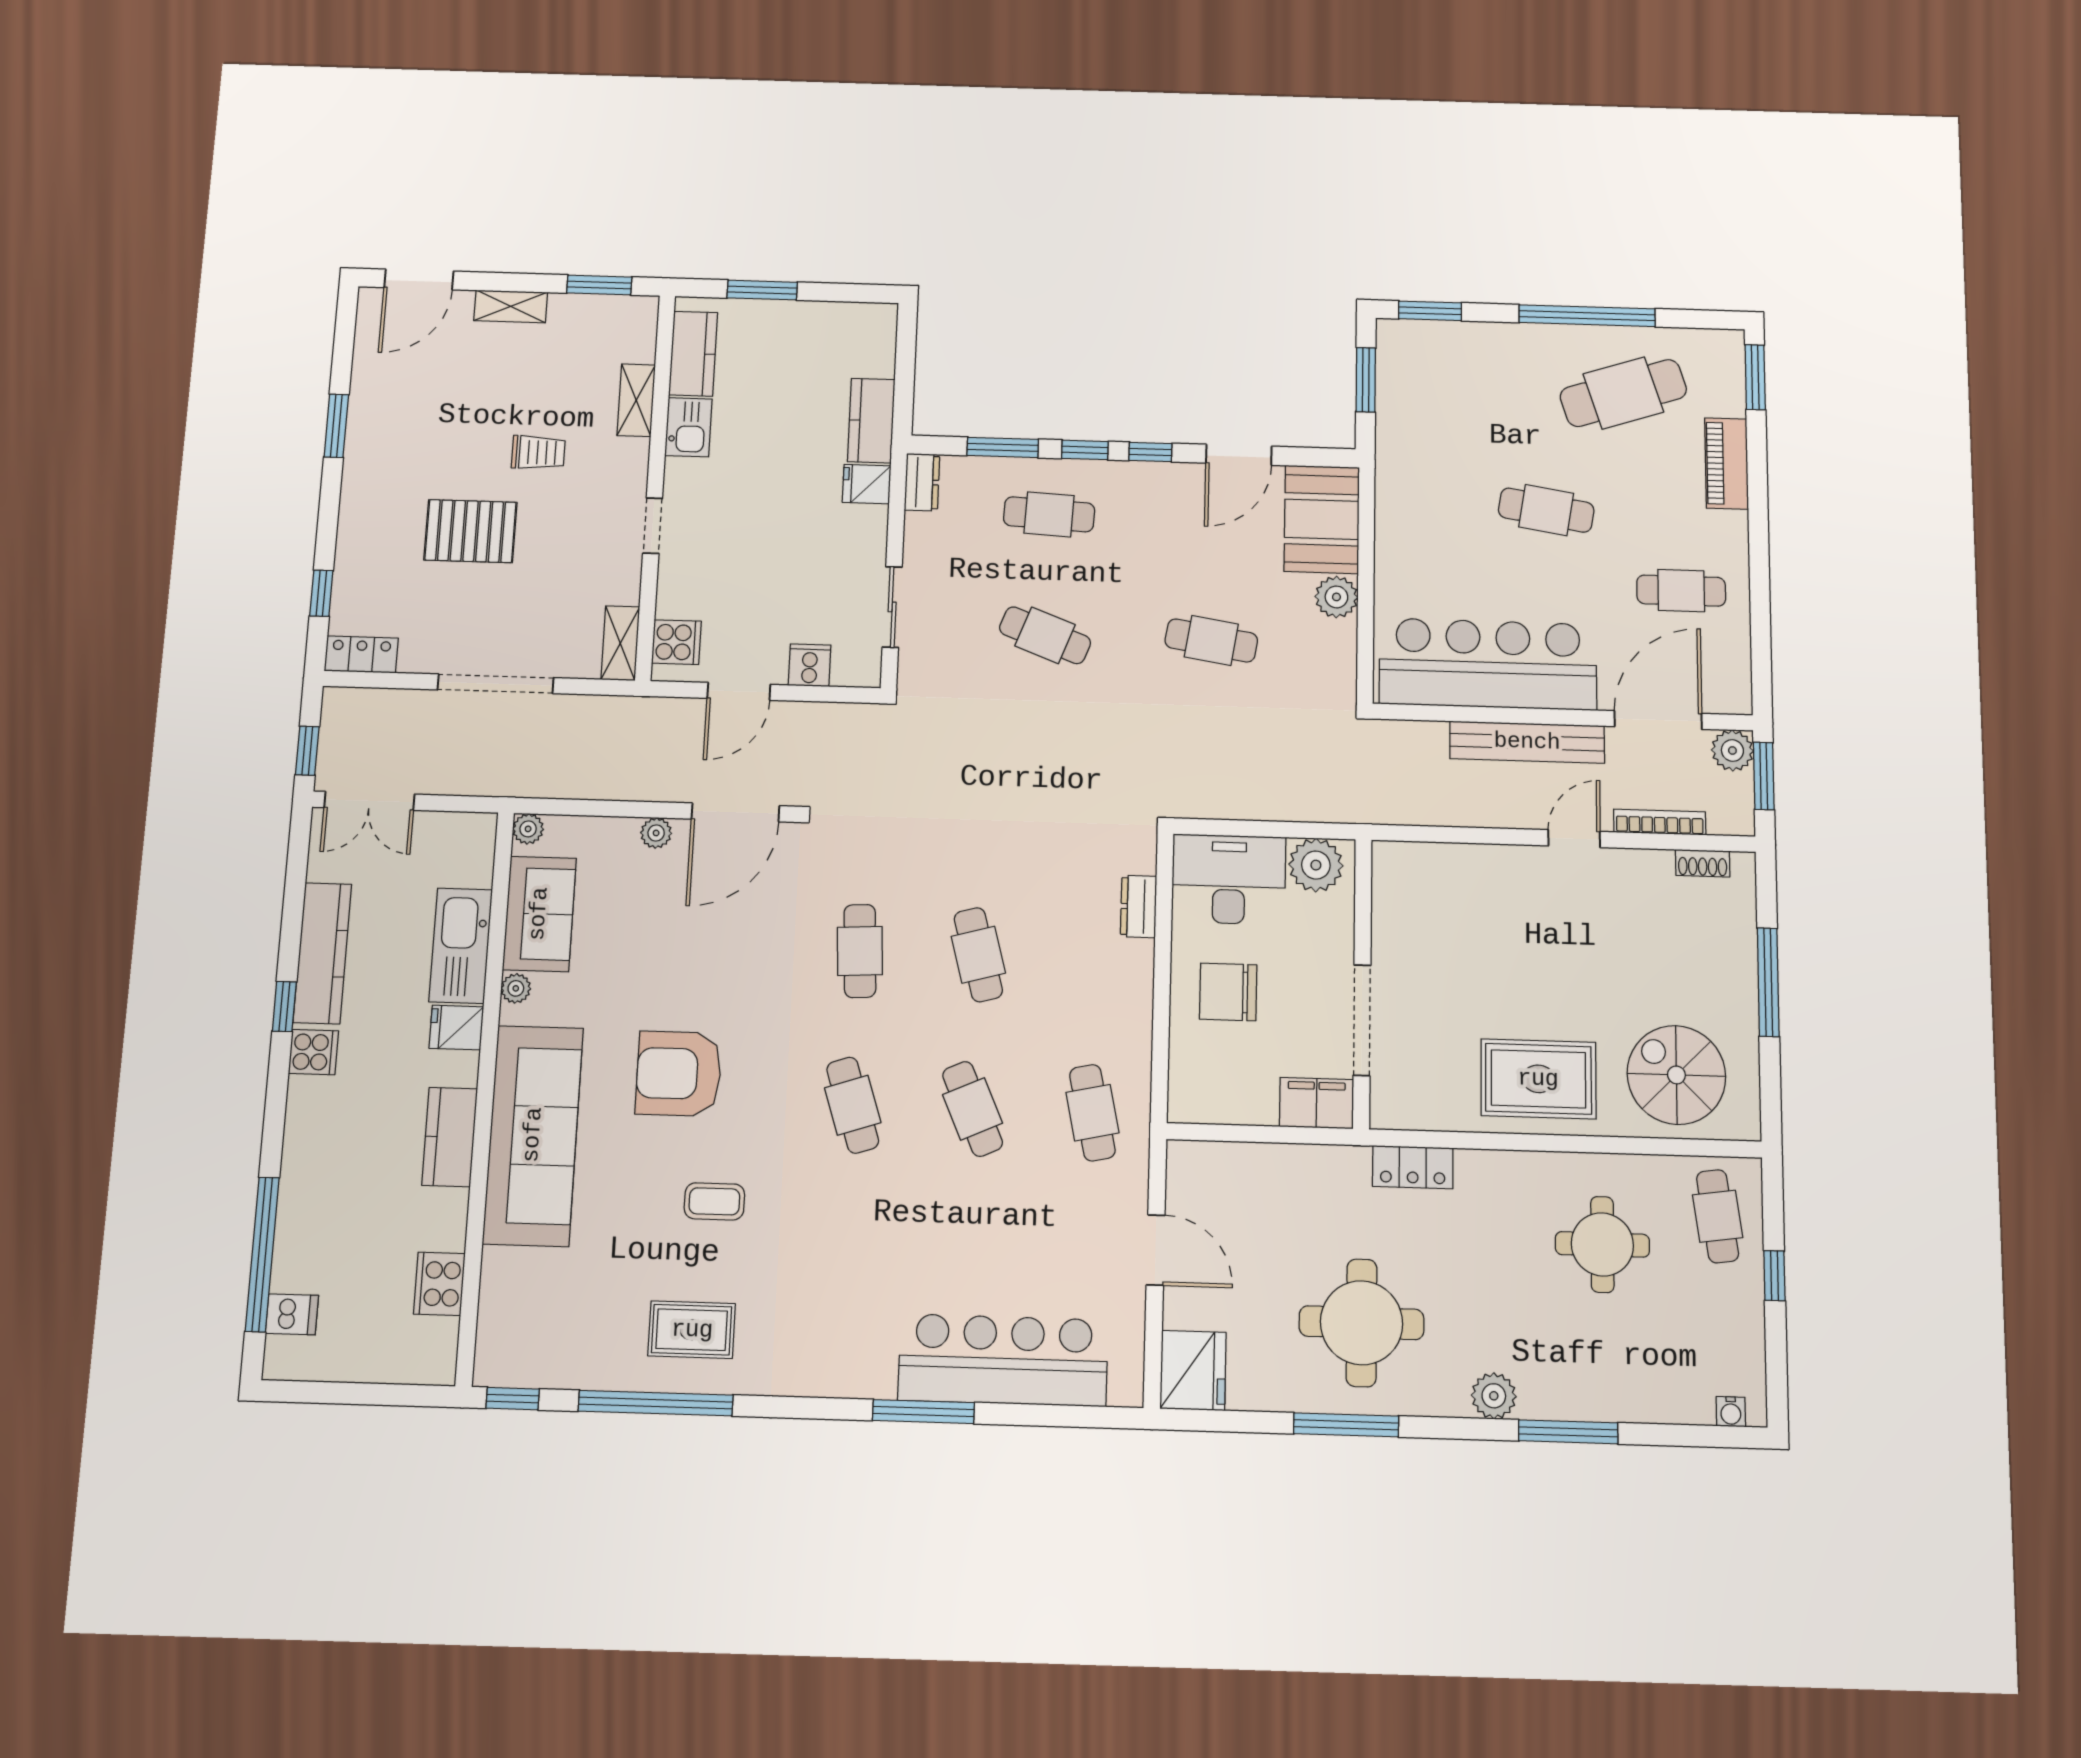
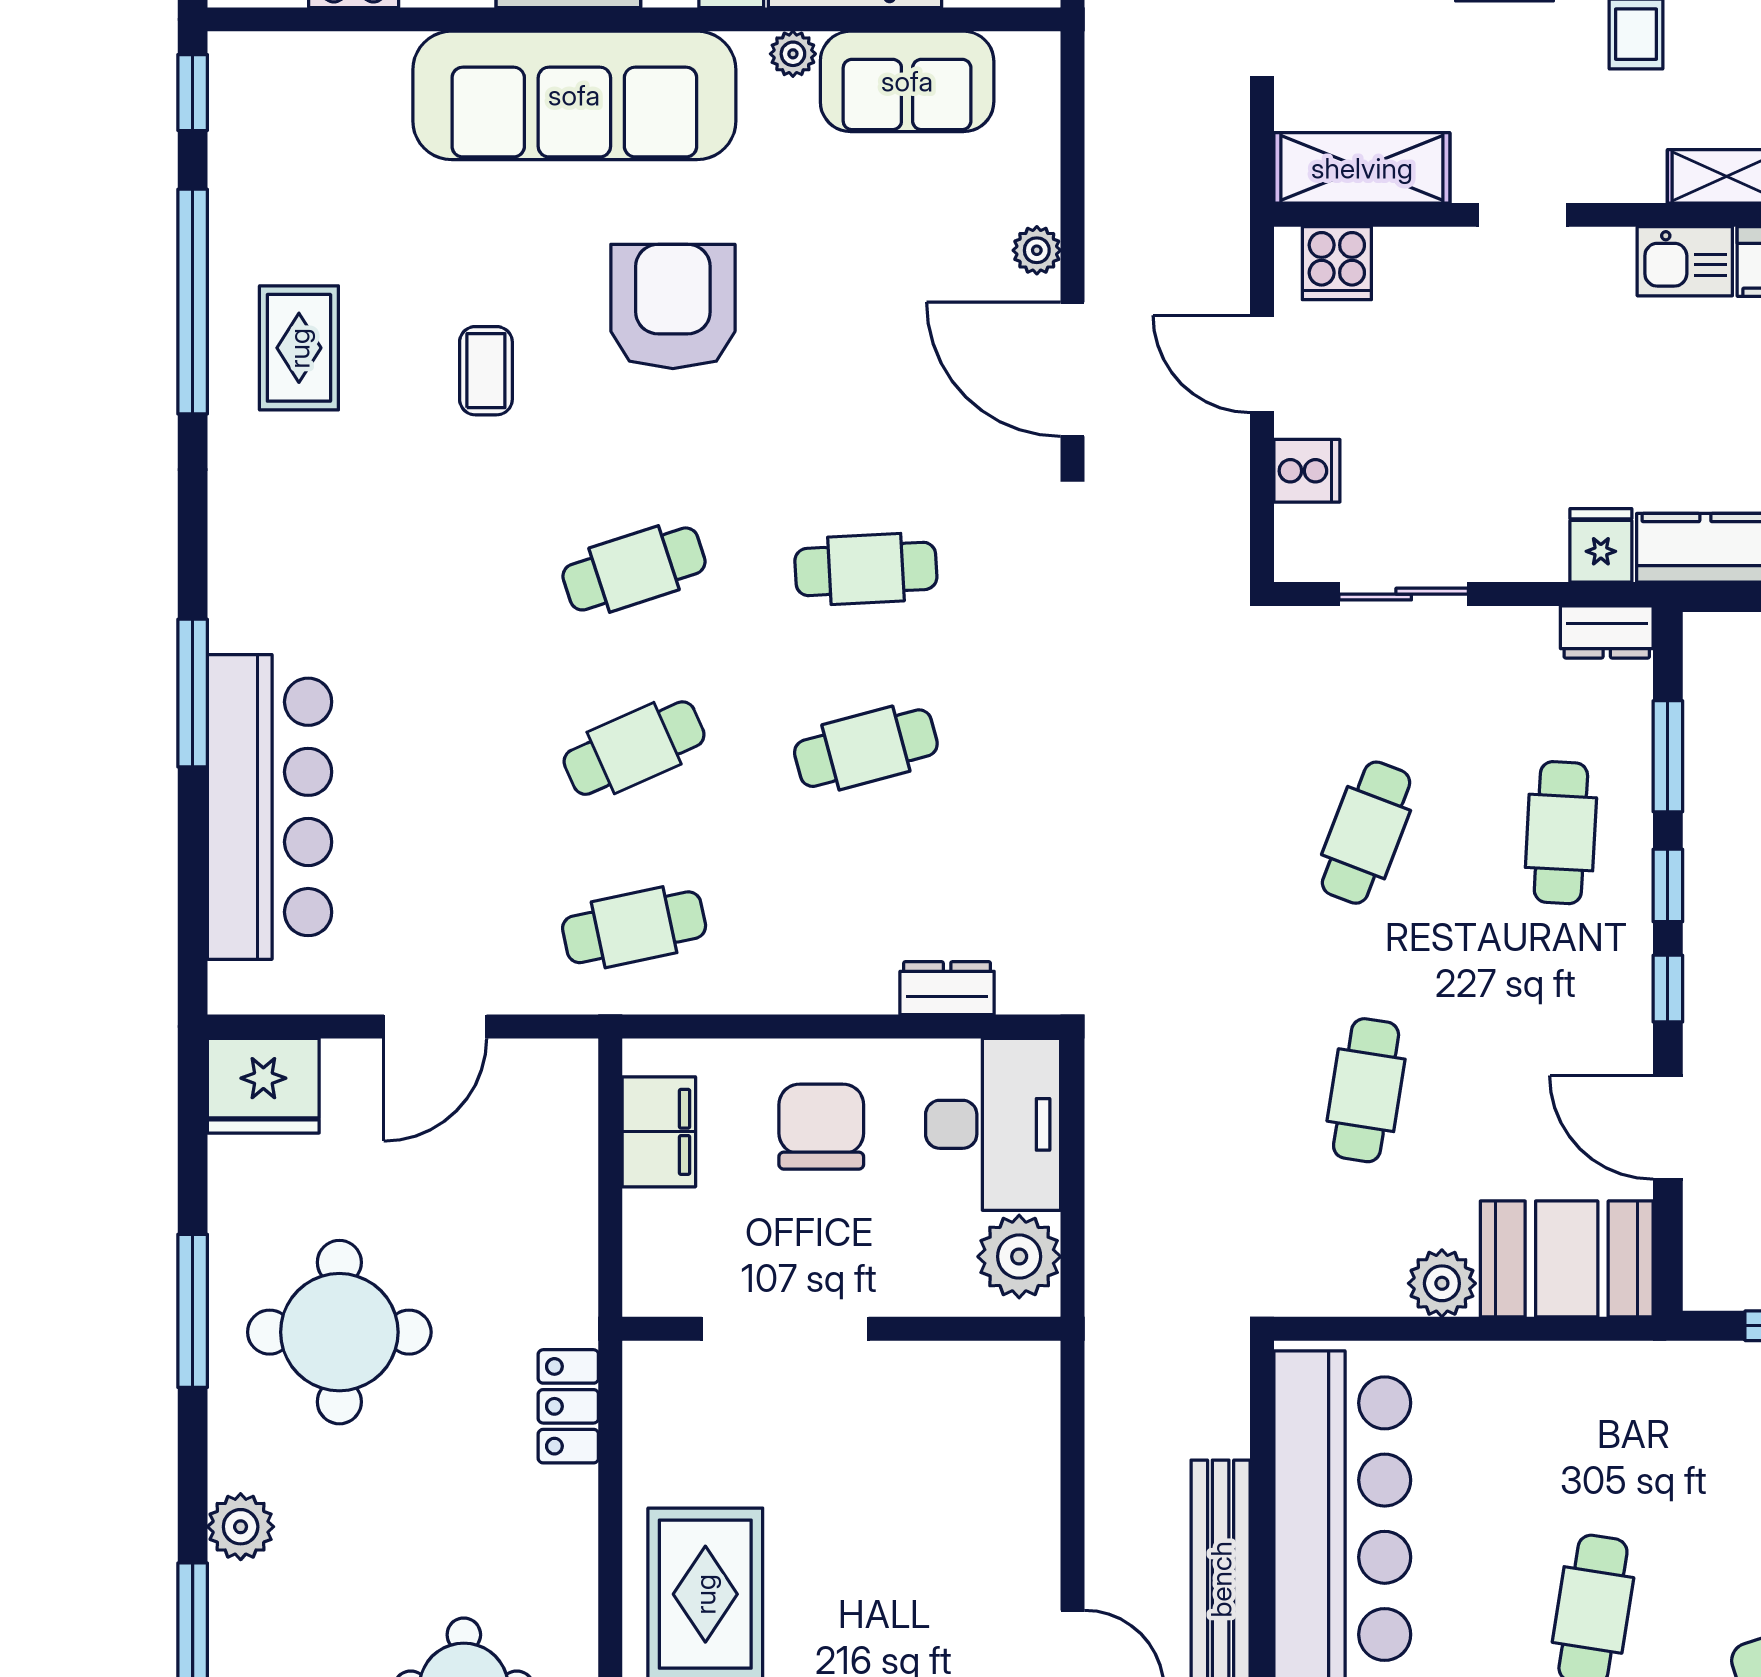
shelving: (620, 643) -> (1362, 168), width x1.50, depth x1.33
plant: (528, 829) -> (1037, 55), removed
filing cabinet: (1316, 1103) -> (659, 1132), moved

